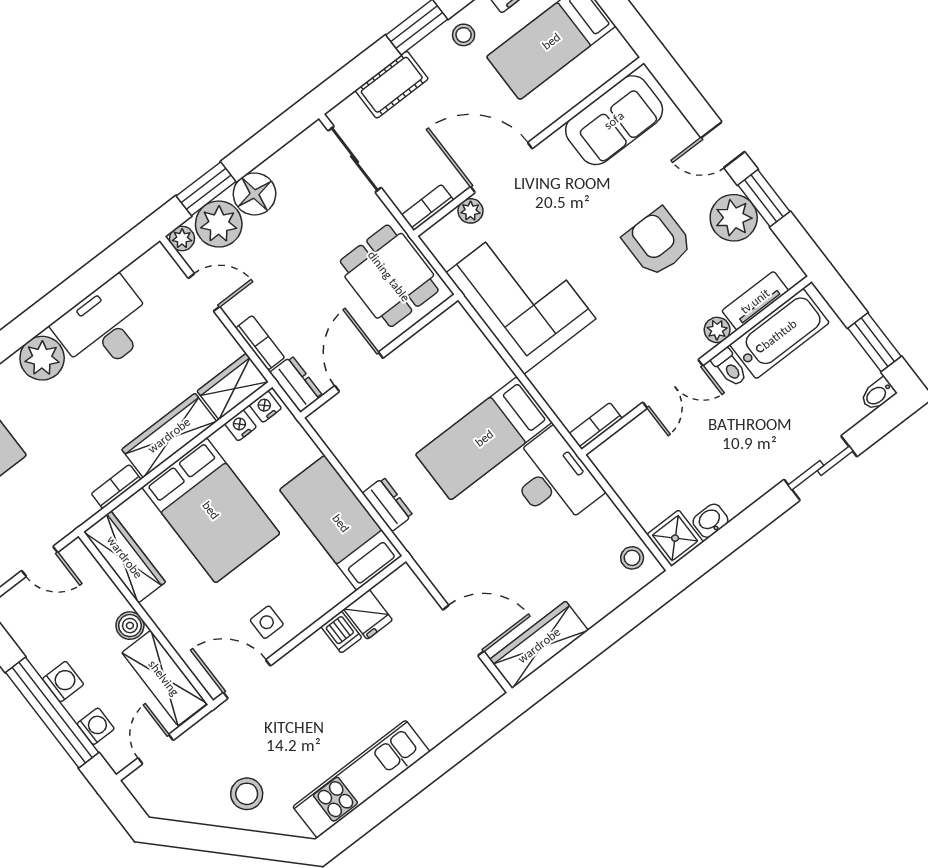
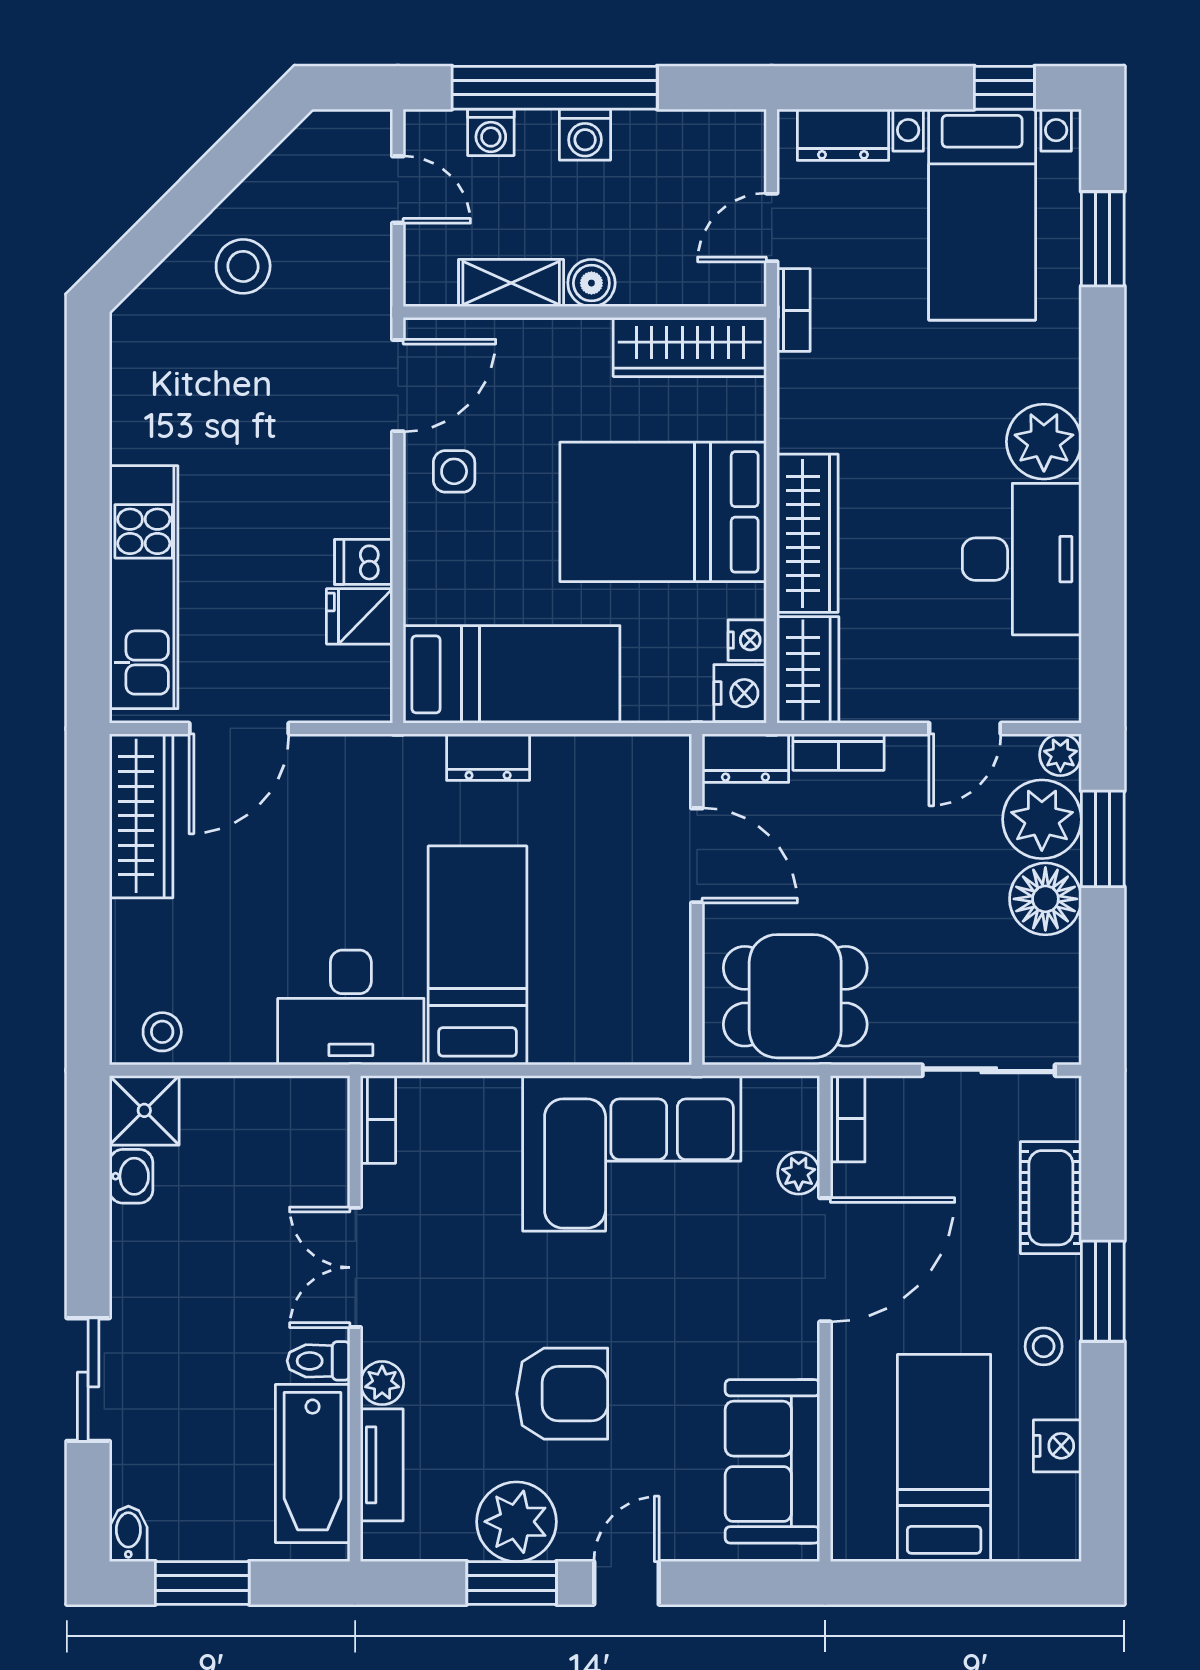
nightstand: (265, 407) -> (740, 693), width x1.39, depth x1.35
bookcase: (116, 487) -> (794, 310), moved
shelving: (164, 678) -> (511, 283), width x0.67, depth x0.75
kitchen unit: (361, 779) -> (144, 587), moved

